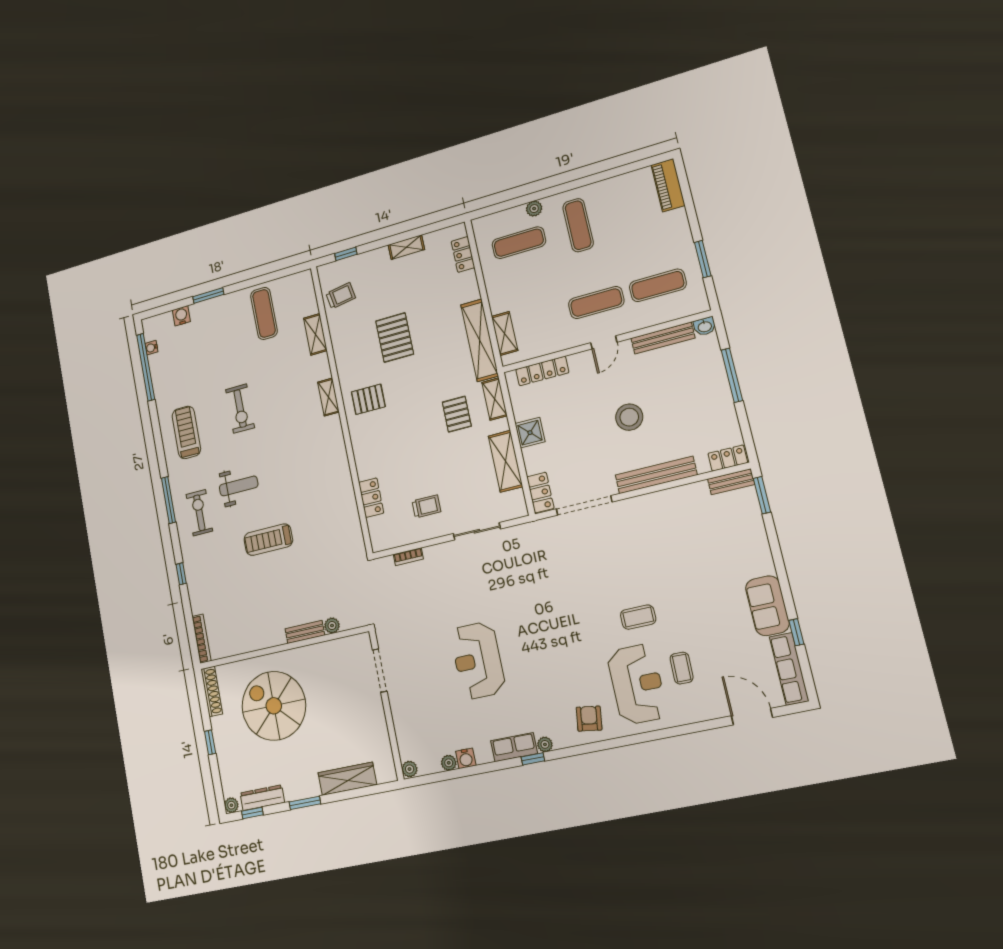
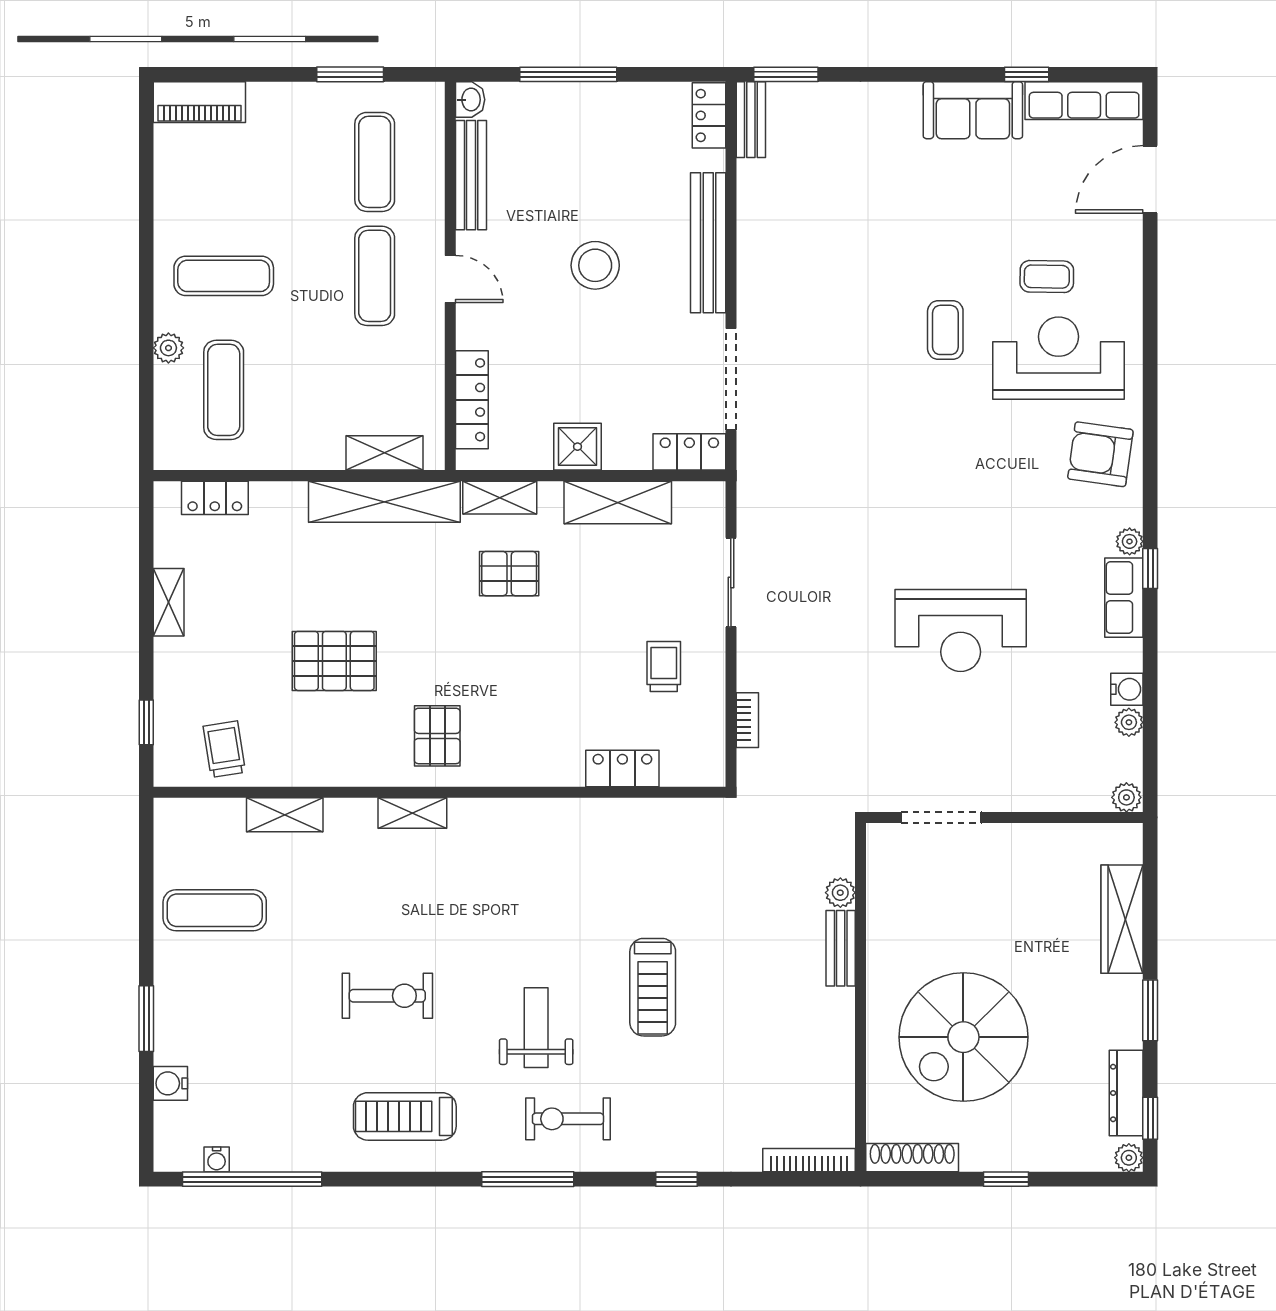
armchair: (589, 719) -> (1100, 454), width x1.38, depth x1.38

